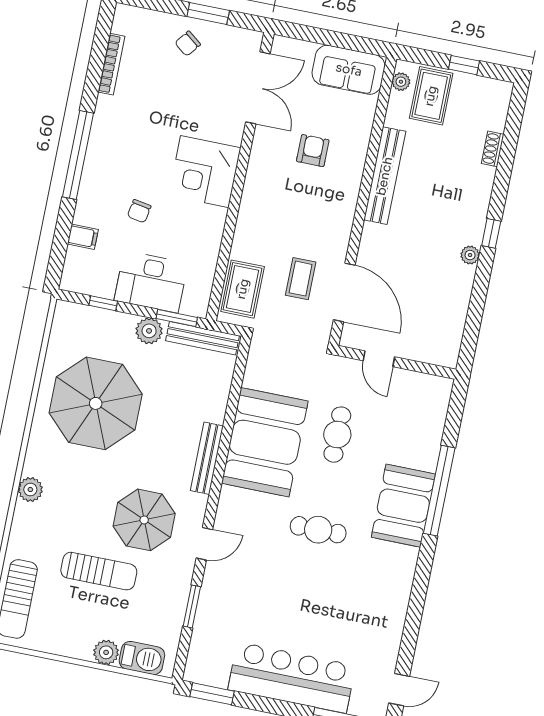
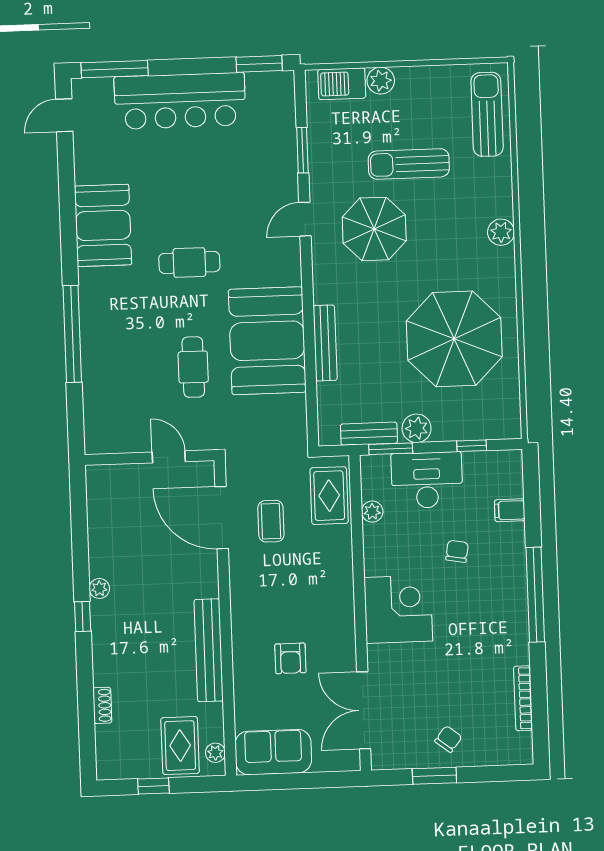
plant: (207, 265) -> (372, 512), added
bench: (203, 338) -> (369, 434), width x0.73
bench: (207, 458) -> (325, 343), moved
booth: (403, 506) -> (103, 225), moved

